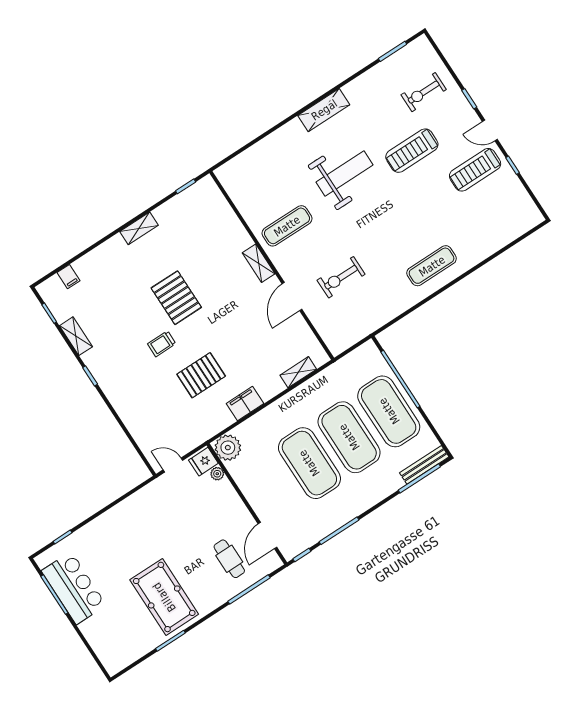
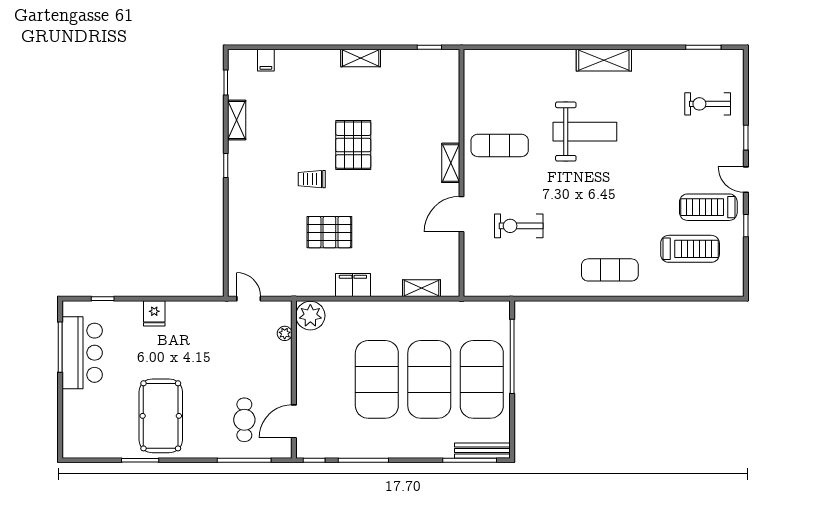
treadmill: (412, 151) -> (690, 249), moved, turned 180
fridge: (203, 462) -> (154, 313), moved, turned -90

